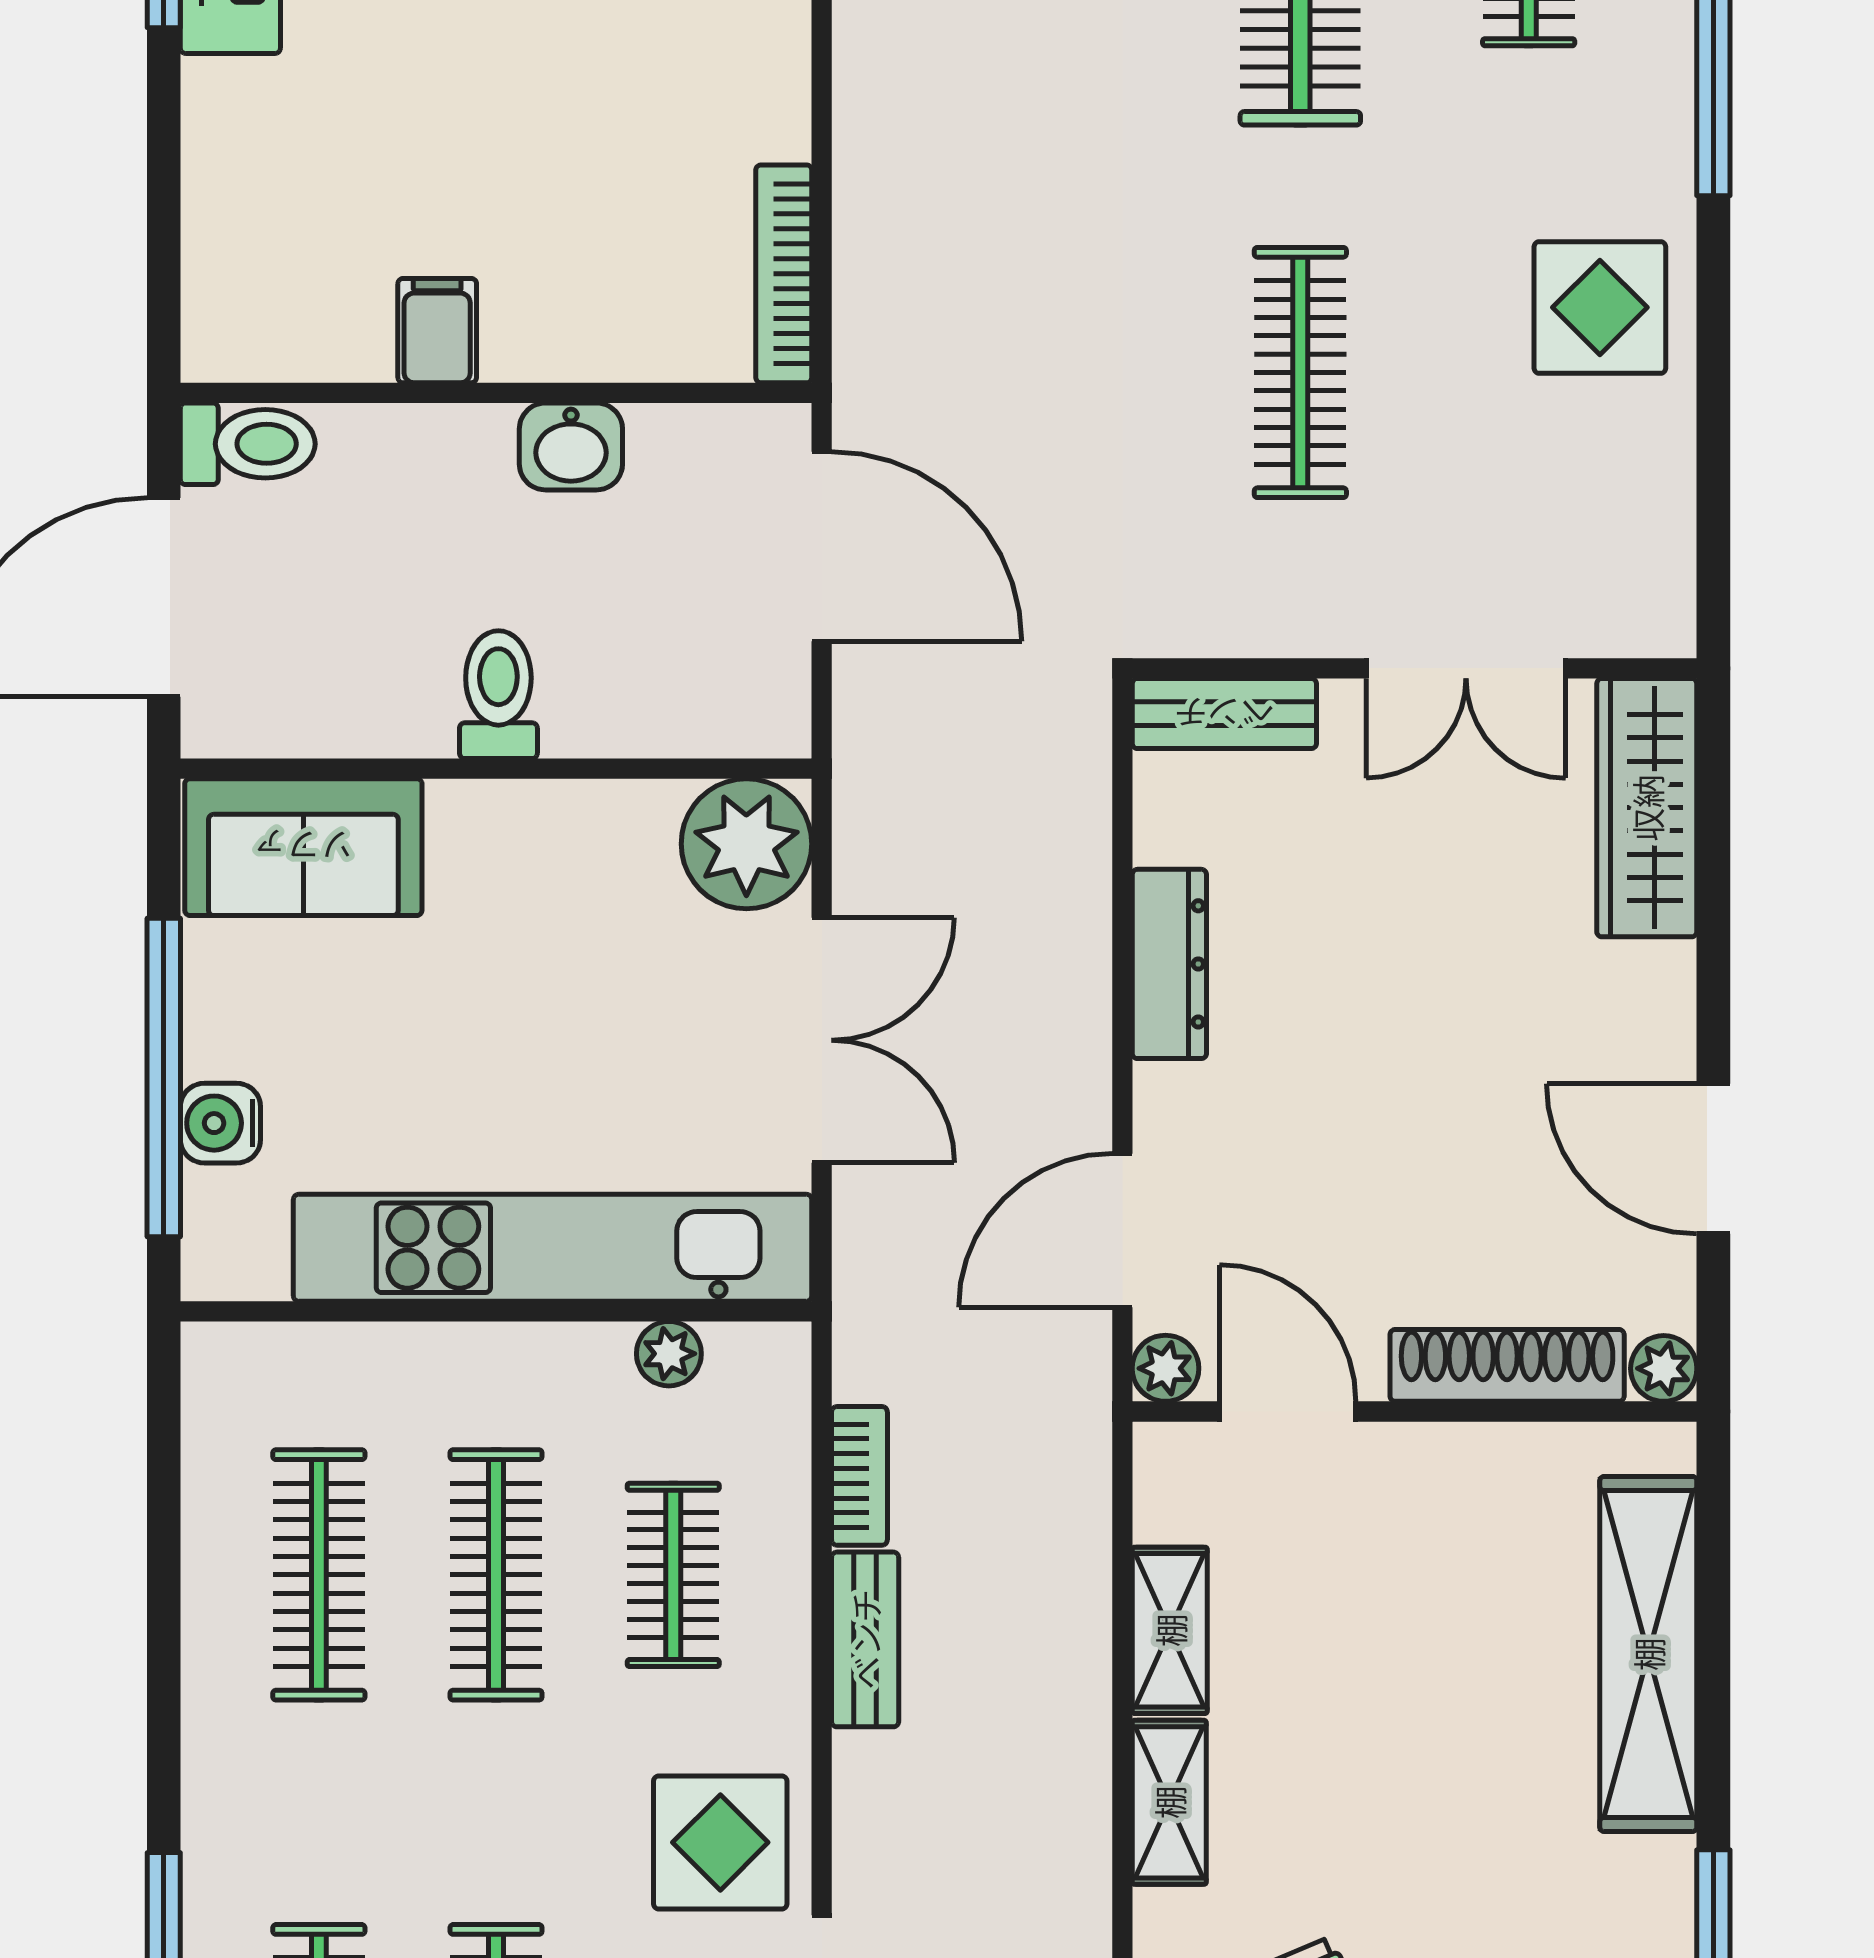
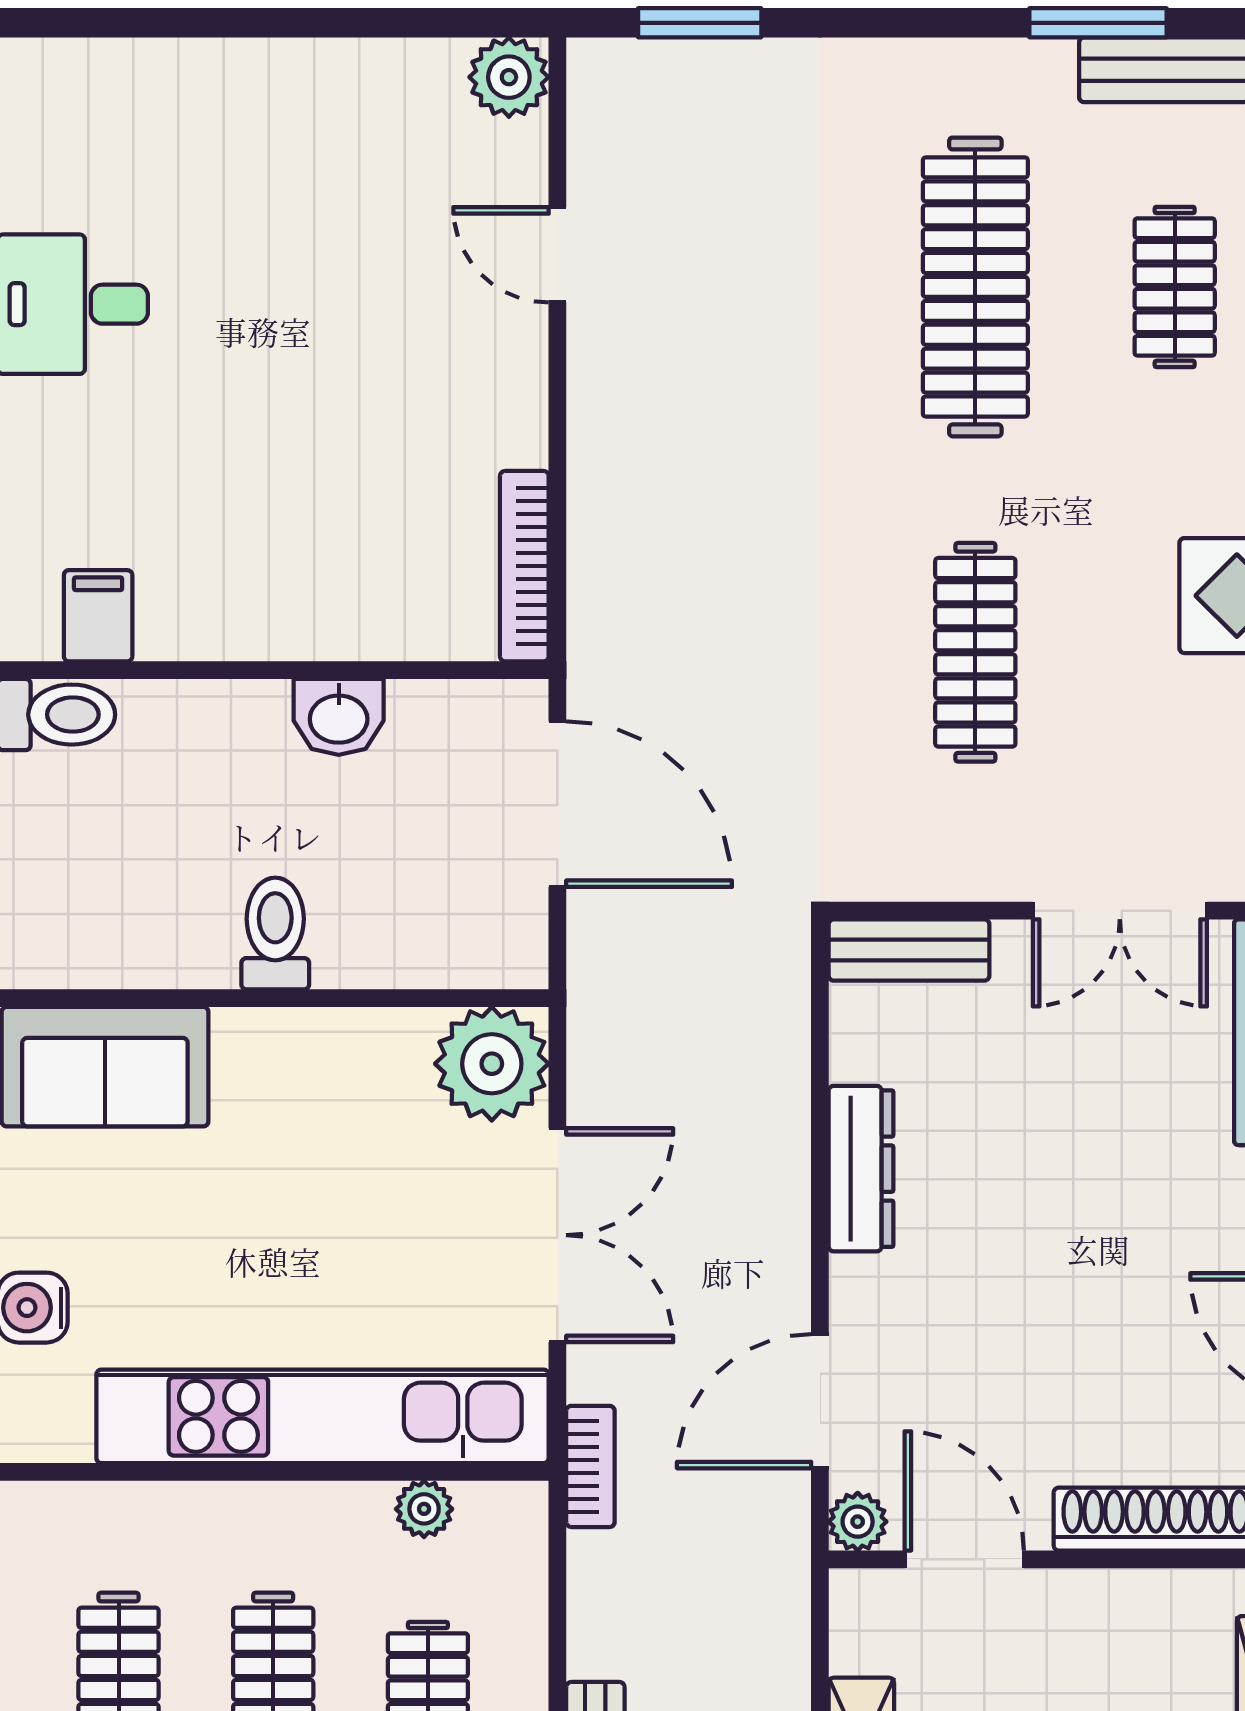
filing cabinet: (437, 331) -> (98, 616), moved
bookcase: (859, 1476) -> (590, 1466), moved

